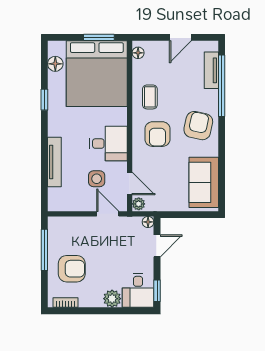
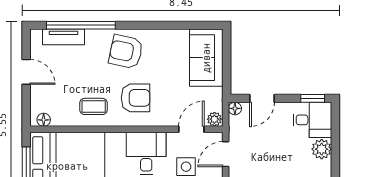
sofa: (204, 182) -> (206, 58), moved, turned 90
door: (157, 246) -> (262, 98), swing flipped

